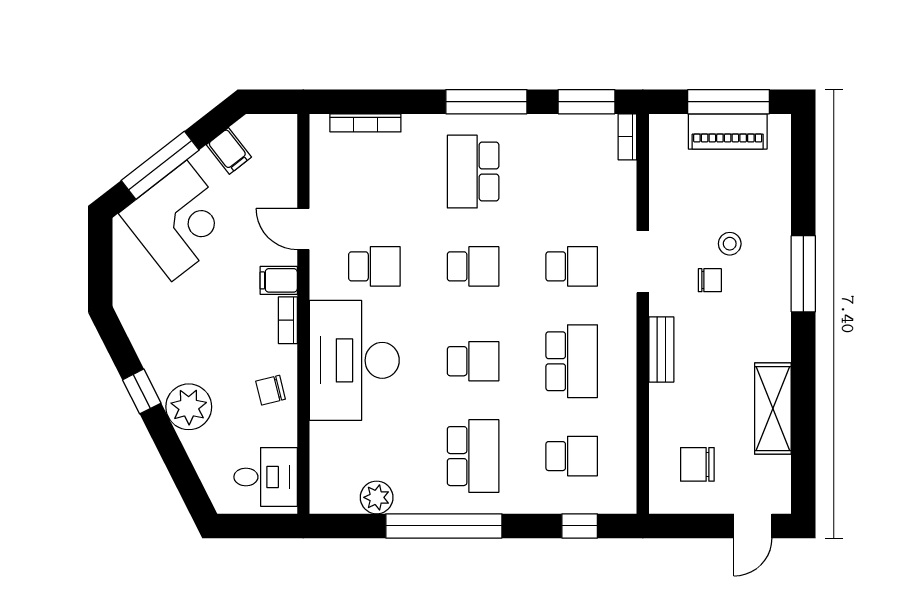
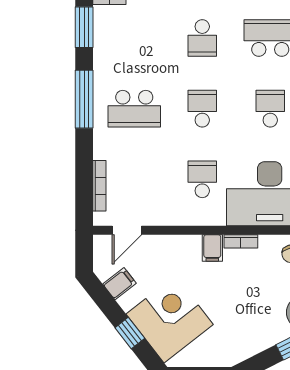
window: (160, 165) -> (130, 333), width x0.46
door: (303, 229) -> (127, 230), moved
school desk: (572, 266) -> (202, 38), turned 180

